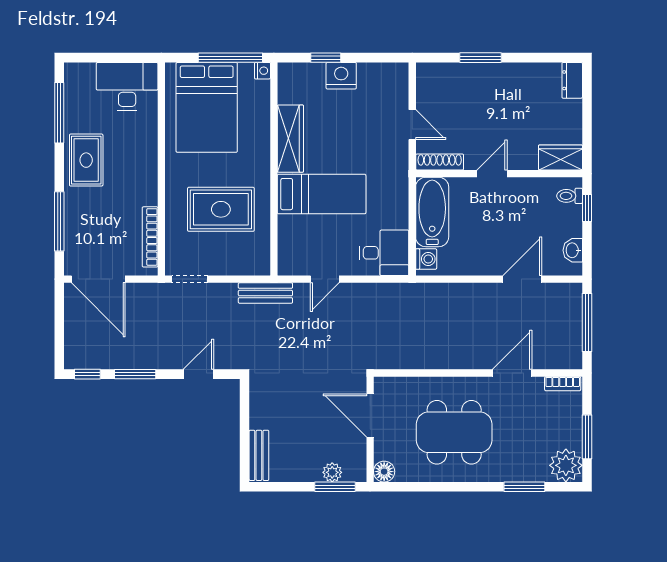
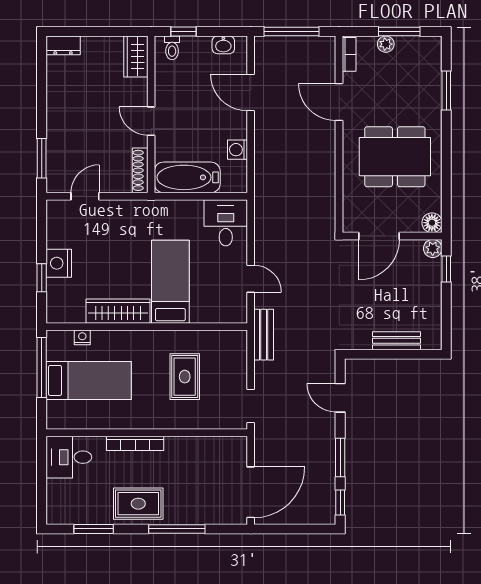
window: (481, 58) -> (42, 158), moved
nightstand: (262, 71) -> (82, 337), moved
desk: (127, 86) -> (69, 457), width x0.73
bed: (207, 107) -> (89, 380), width x0.67
window: (59, 113) -> (94, 529), width x0.69
door: (412, 125) -> (85, 196), moved
rug: (221, 209) -> (185, 377), width x0.73, depth x0.70
window: (59, 221) -> (177, 529), moved
bookcase: (150, 237) -> (135, 443), moved
washing machine: (426, 259) -> (238, 150), moved, turned -90
dining table: (454, 432) -> (395, 157), turned 90
bench: (259, 455) -> (397, 341), moved
plant: (566, 465) -> (386, 44), moved, width x0.53, depth x0.53
plant: (332, 472) -> (433, 248), moved
window: (335, 487) -> (446, 269), width x0.67

